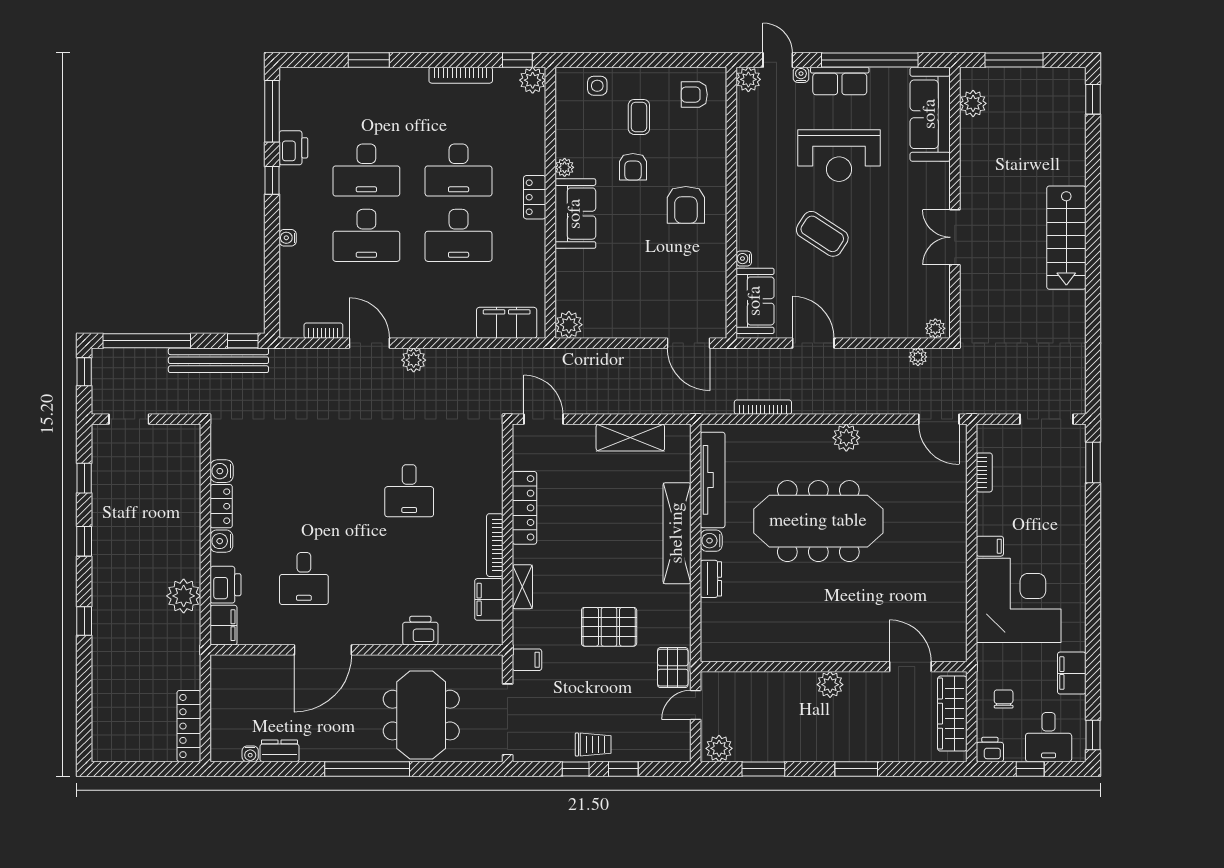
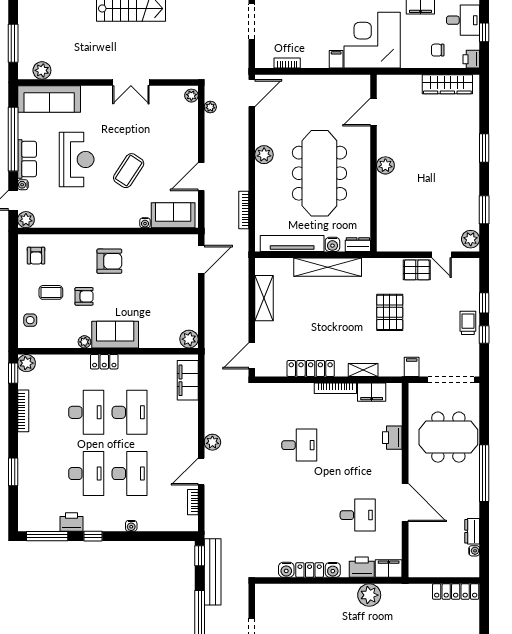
wall: (834, 667) -> (374, 163), moved
door: (910, 667) -> (374, 112), moved
plant: (830, 685) -> (385, 165), moved

